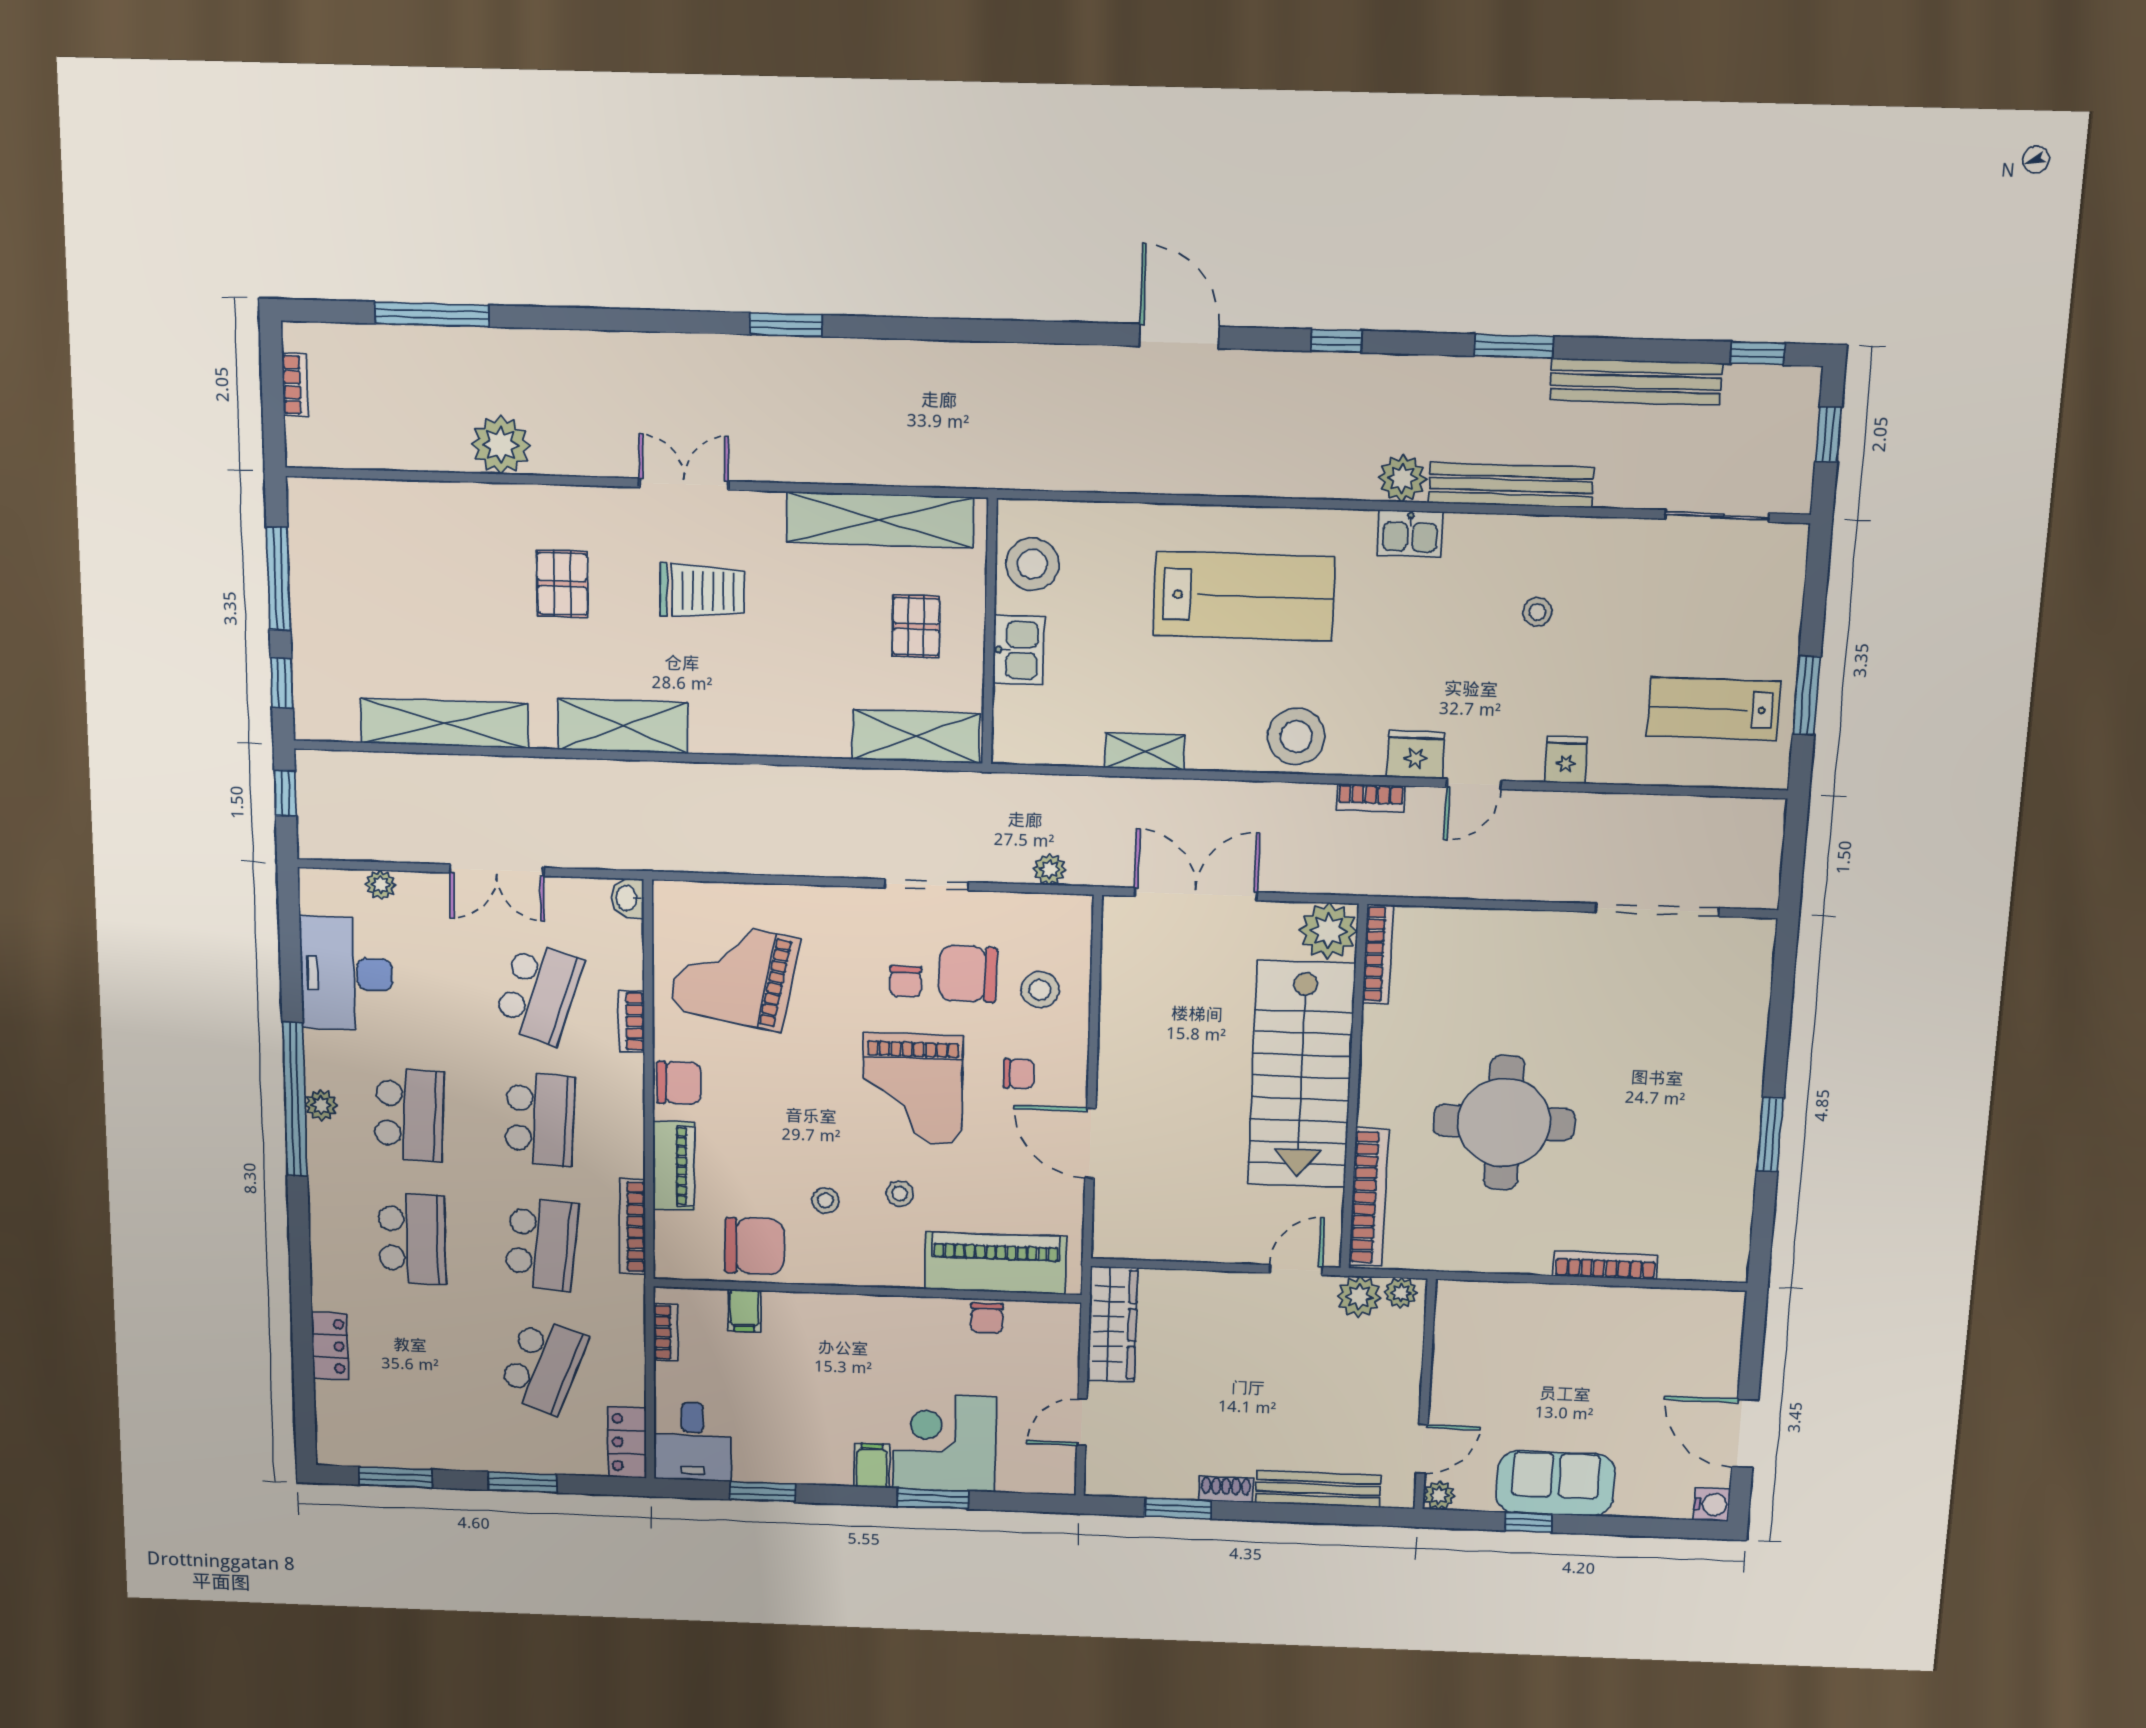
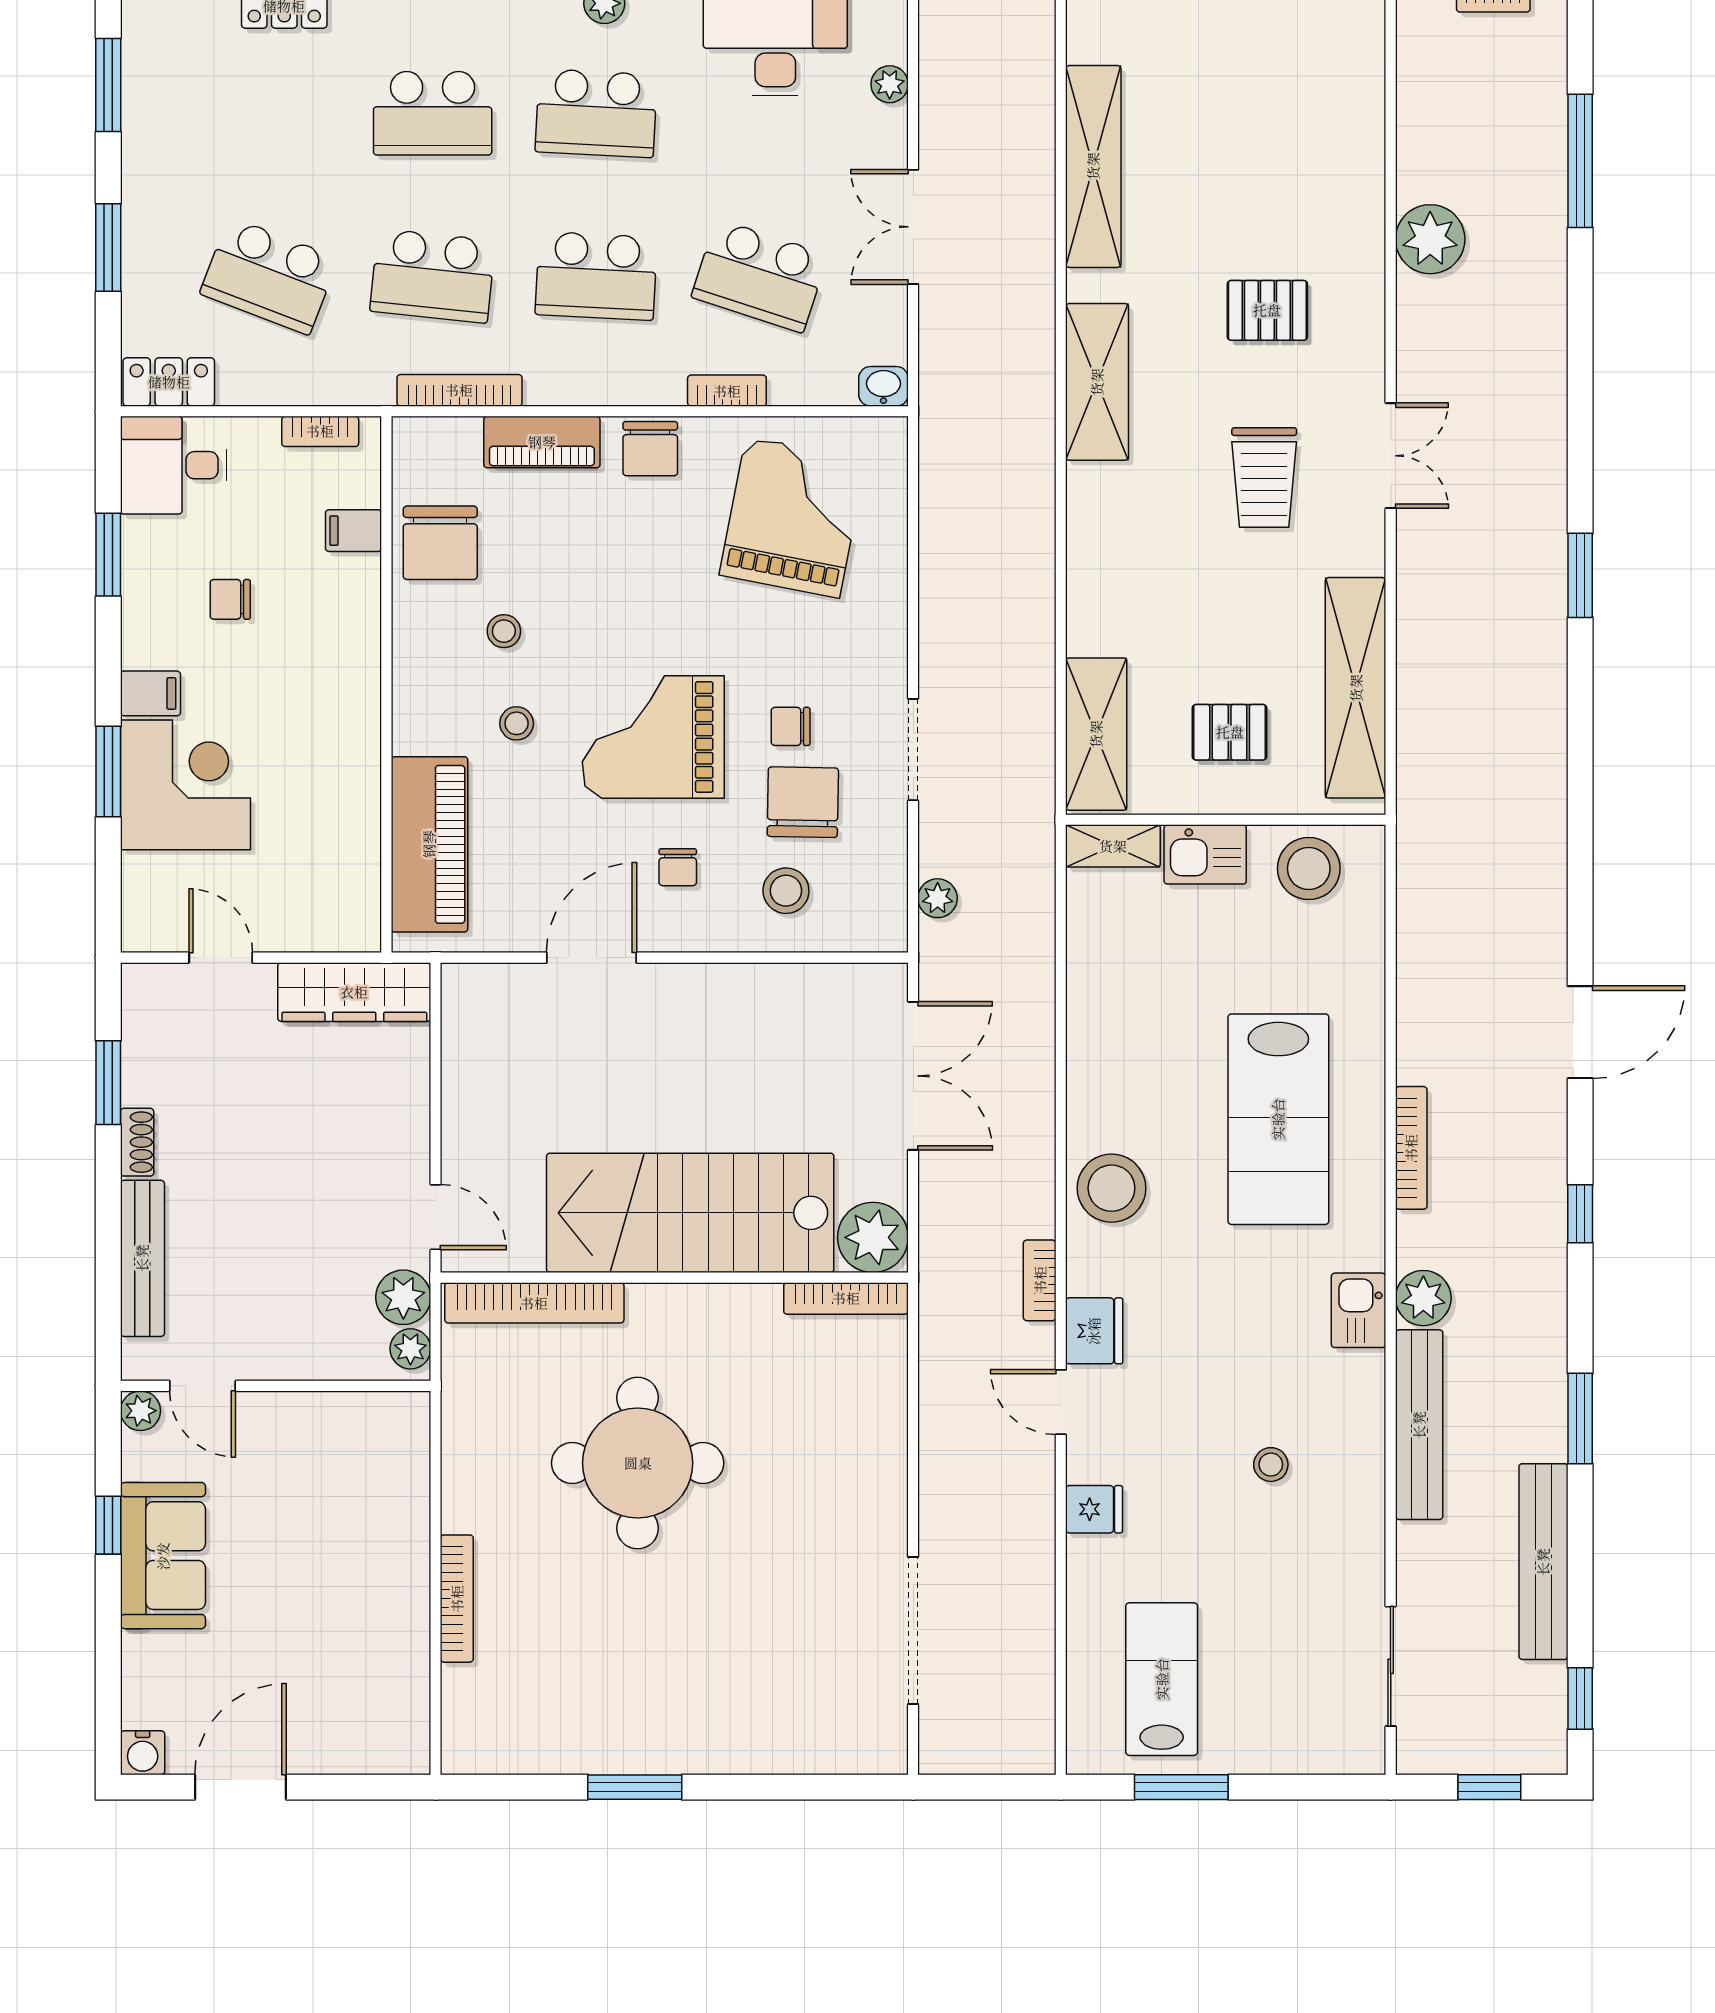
bookcase: (1273, 485) -> (1411, 1148), added
shelving: (1145, 752) -> (1113, 846), moved, turned 90
chair: (987, 1318) -> (230, 599), moved

